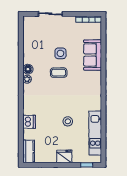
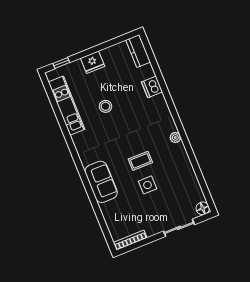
sofa: (93, 55) -> (101, 182), moved
floor lamp: (28, 69) -> (203, 208), moved

